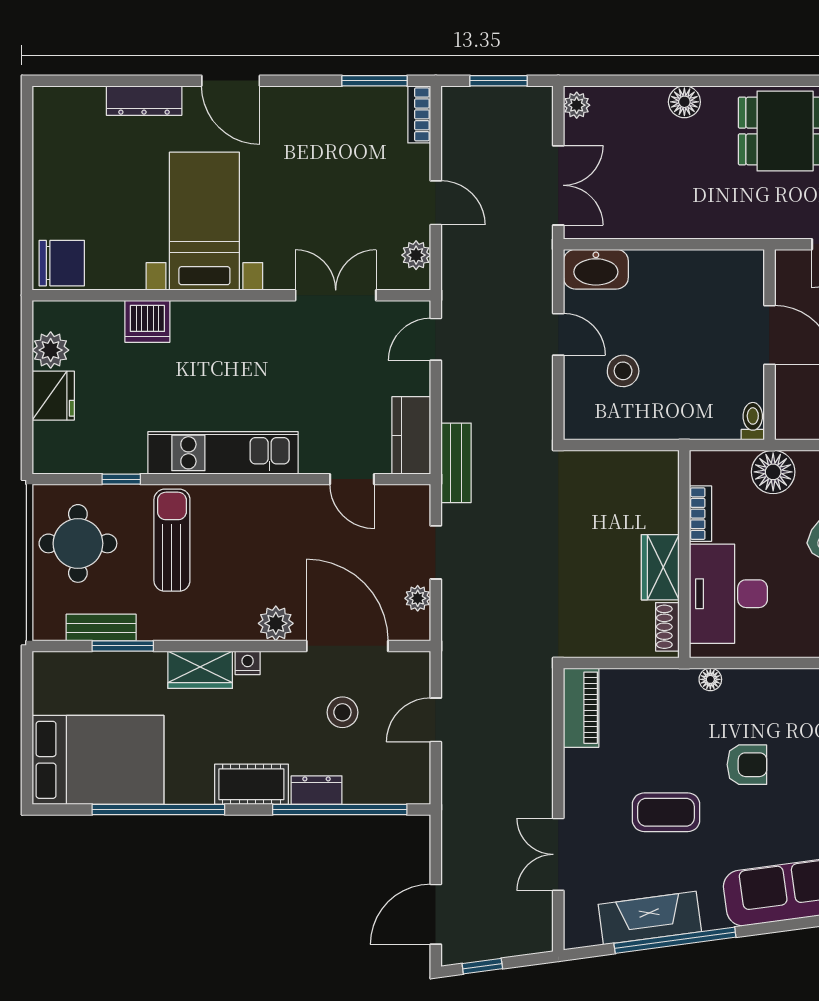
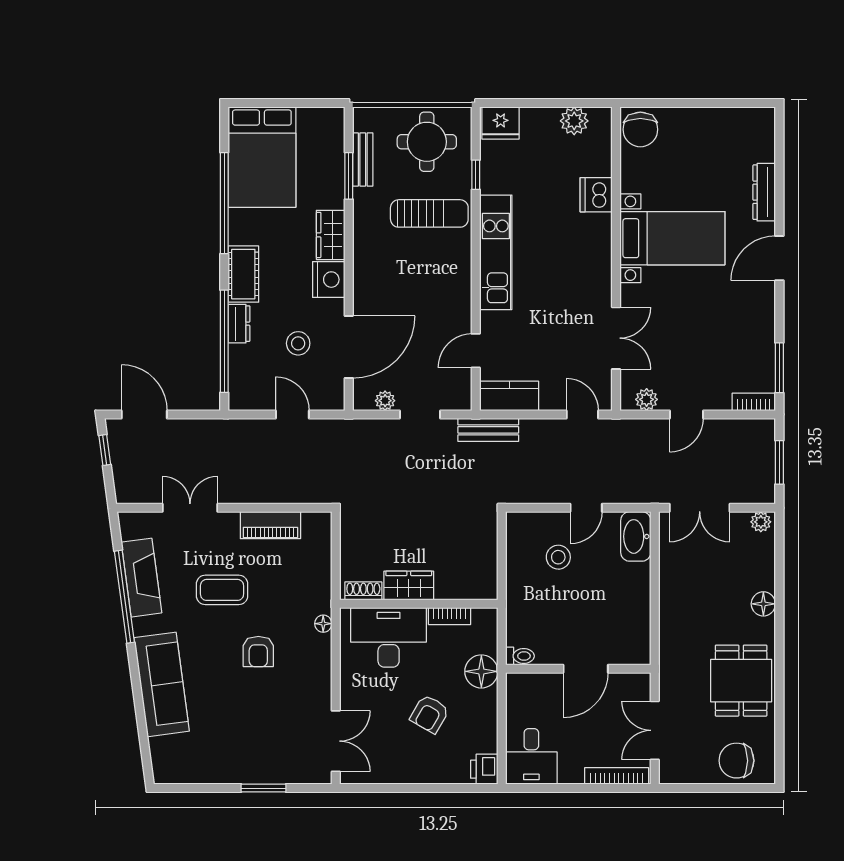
fridge: (53, 396) -> (501, 123), moved
plant: (276, 623) -> (366, 293), removed
nightstand: (248, 663) -> (329, 280), width x1.89, depth x1.79
piano: (581, 708) -> (270, 525), moved
coffee table: (666, 812) -> (222, 590), turned 90

